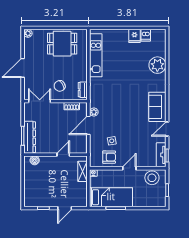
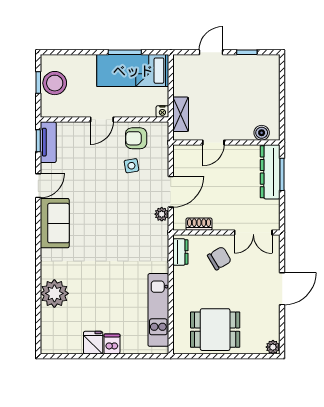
dishwasher: (146, 35) -> (112, 344), moved
stool: (152, 178) -> (55, 83), moved

